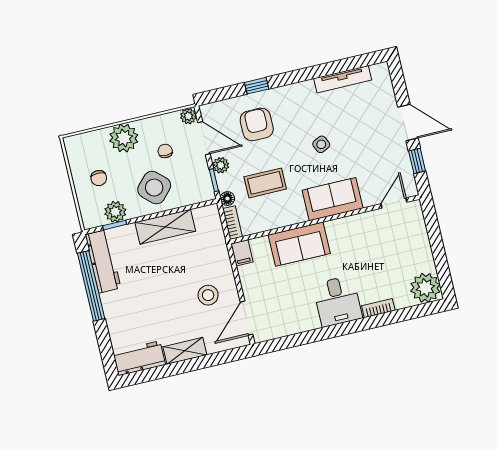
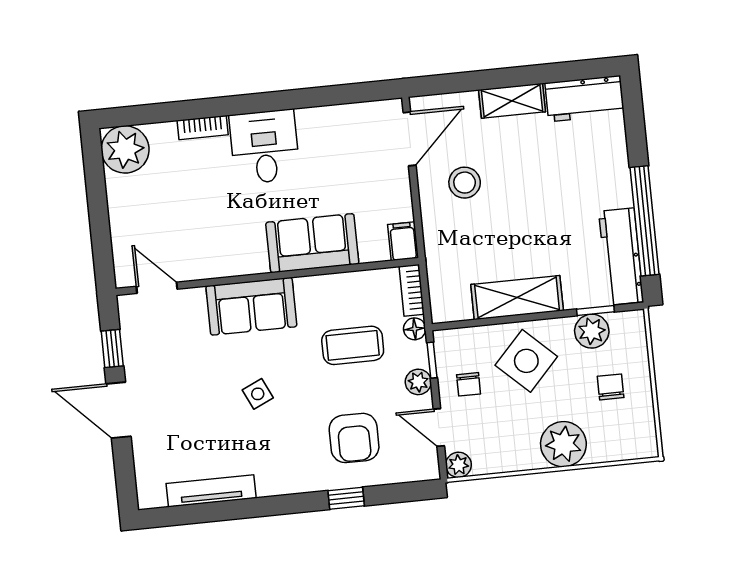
door: (204, 138) -> (439, 428), width x0.73
chair: (165, 151) -> (469, 384), moved
door: (394, 203) -> (157, 288), swing flipped

